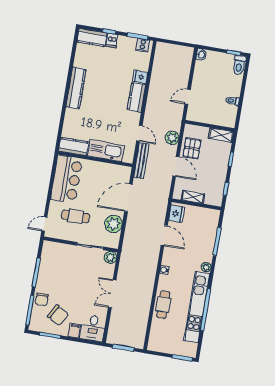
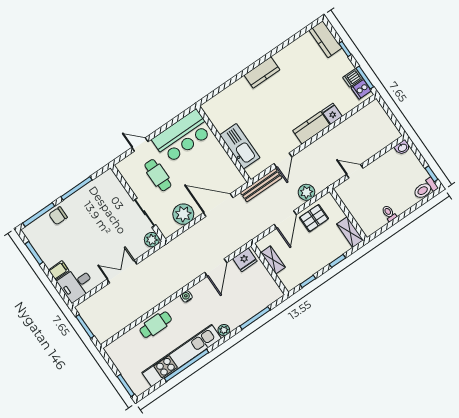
dishwasher: (112, 40) -> (353, 78), moved
kitchen counter: (76, 88) -> (262, 72), width x0.67
kitchen counter: (74, 147) -> (216, 115), removed
door: (44, 224) -> (140, 145), moved
chair: (58, 315) -> (58, 243), removed

